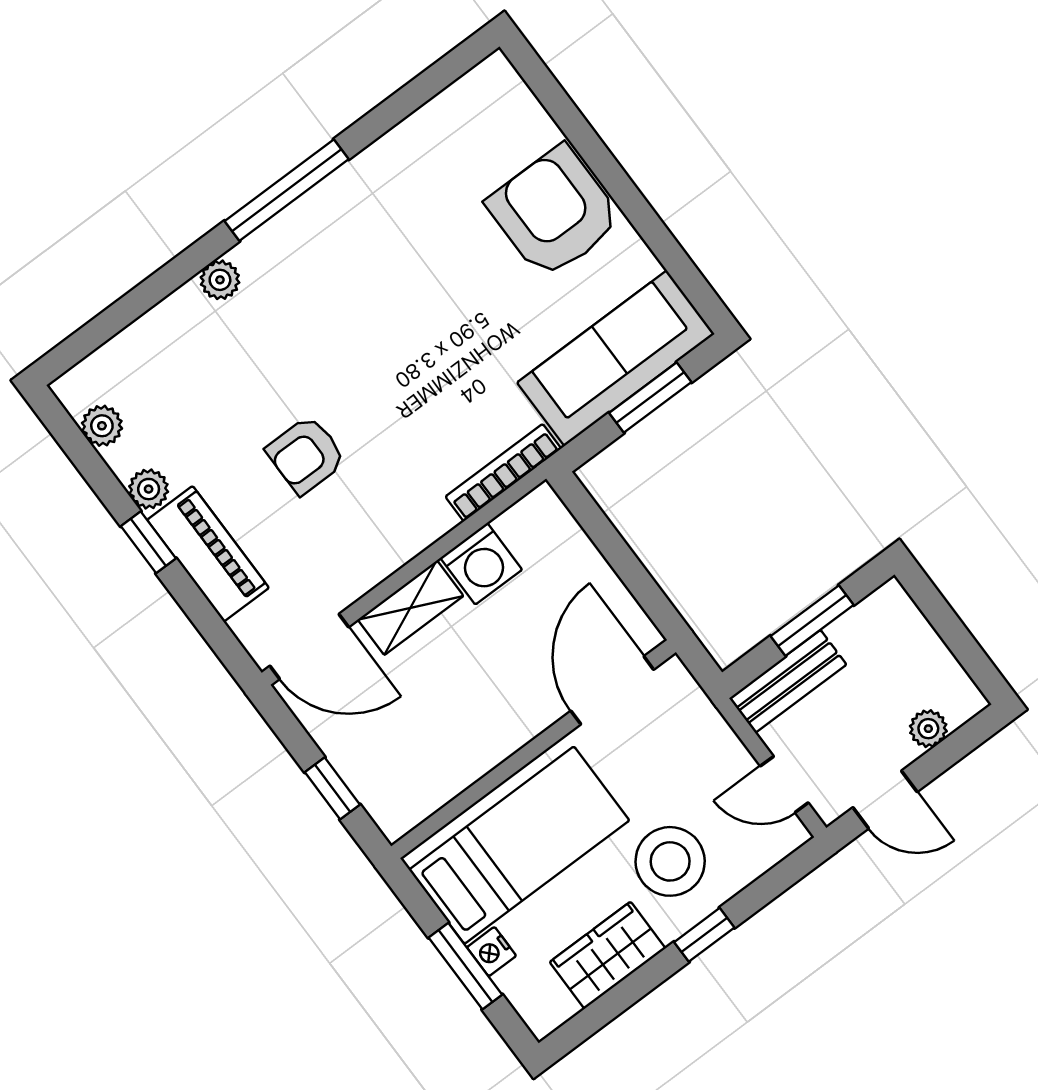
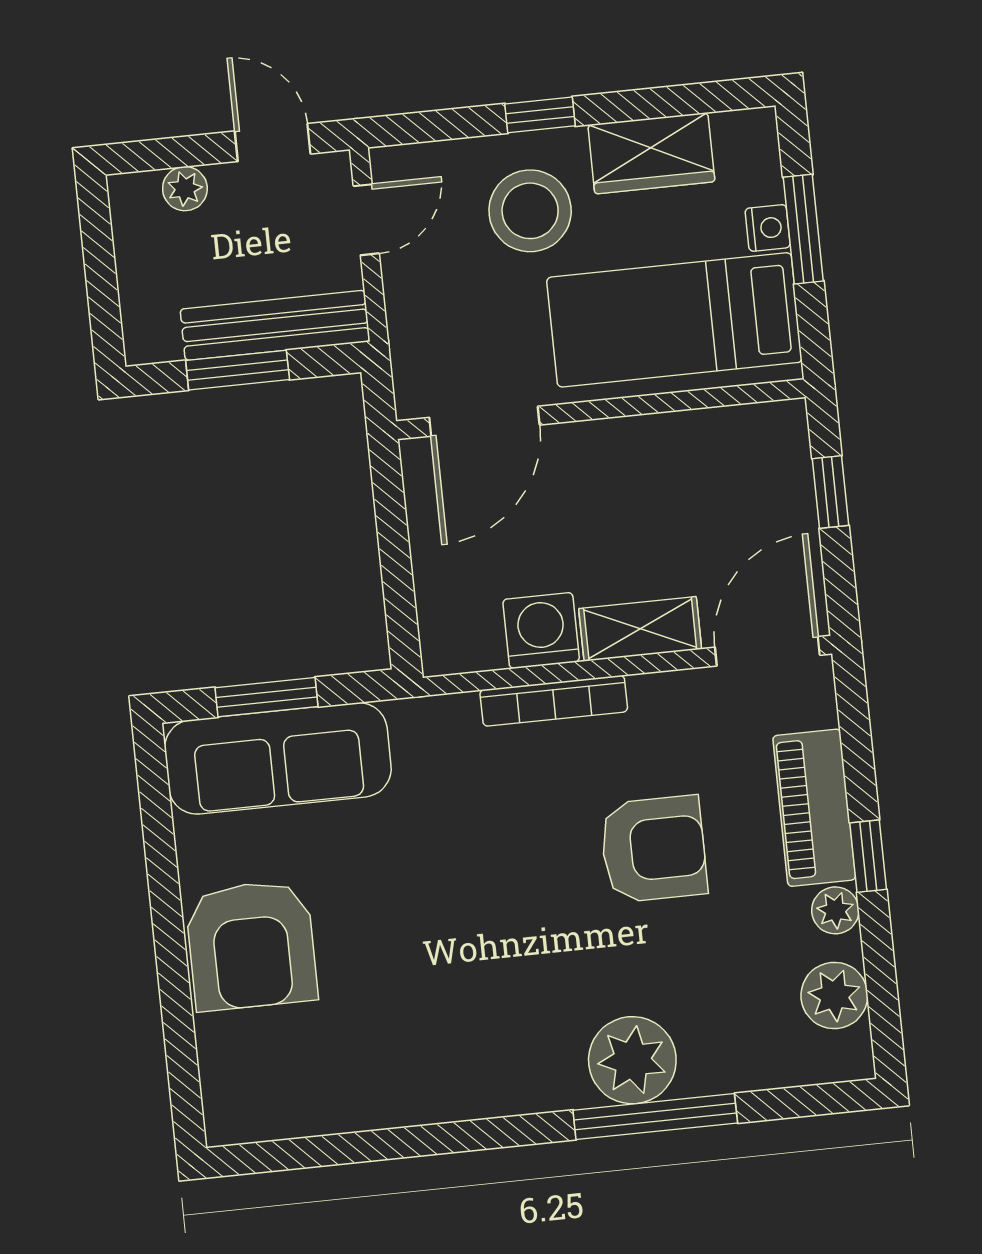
window: (287, 190) -> (655, 1117), moved
plant: (220, 280) -> (632, 1060), width x1.88, depth x1.88
plant: (102, 426) -> (834, 995), width x1.38, depth x1.38
armchair: (306, 455) -> (654, 849), width x1.38, depth x1.38
bookcase: (503, 473) -> (554, 701), moved
door: (309, 646) -> (767, 651), hinge flipped
bench: (788, 681) -> (275, 325), width x1.36
door: (784, 784) -> (366, 220), hinge flipped

